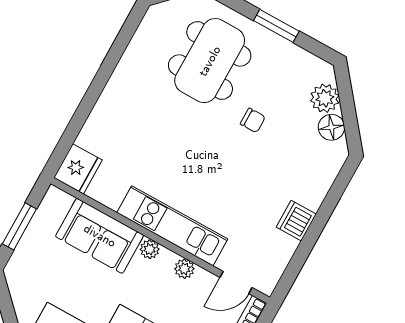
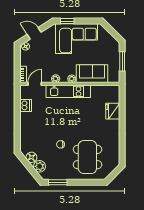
window: (276, 26) -> (58, 182), moved
fridge: (78, 169) -> (113, 111), moved
dishwasher: (296, 221) -> (26, 106), moved

